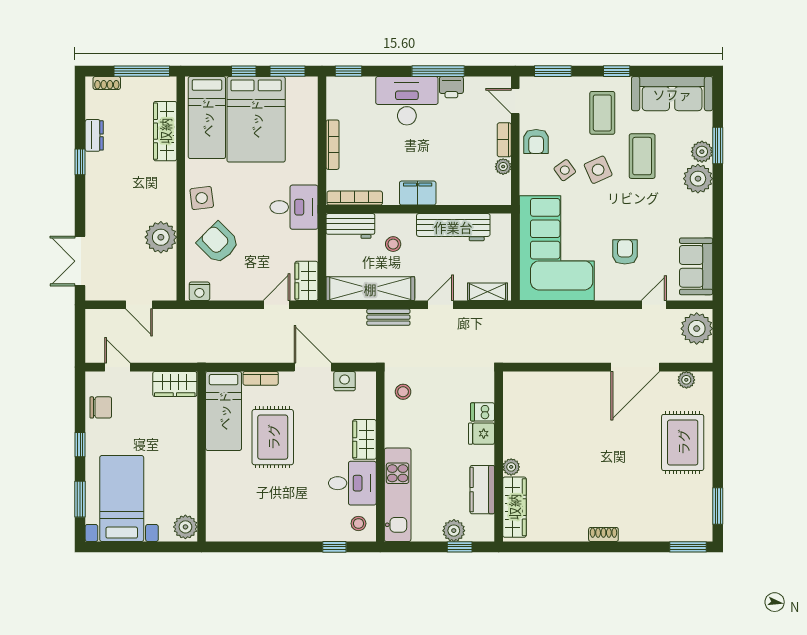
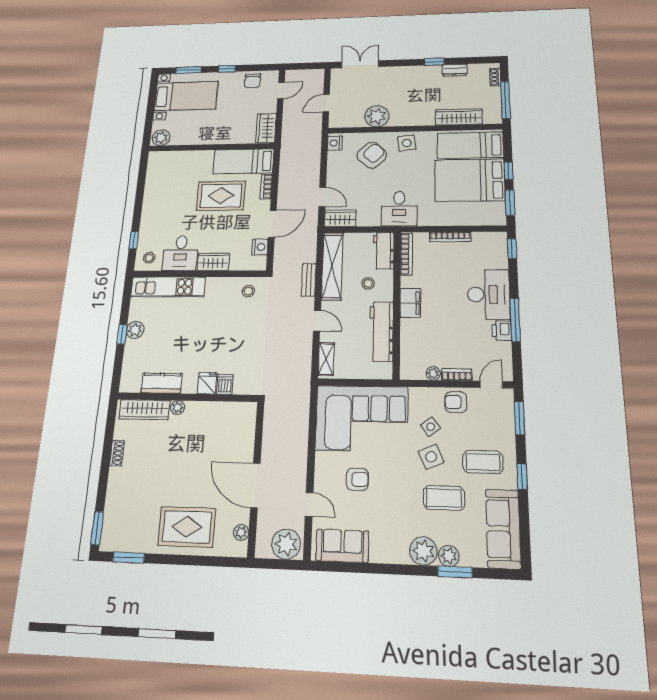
dishwasher: (483, 412) -> (225, 384), moved
fridge: (482, 434) -> (207, 383), moved
wall: (499, 456) -> (187, 397), moved
plant: (511, 467) -> (178, 407), moved
kitchen counter: (482, 490) -> (162, 383), moved
wardrobe: (514, 507) -> (144, 410), moved

